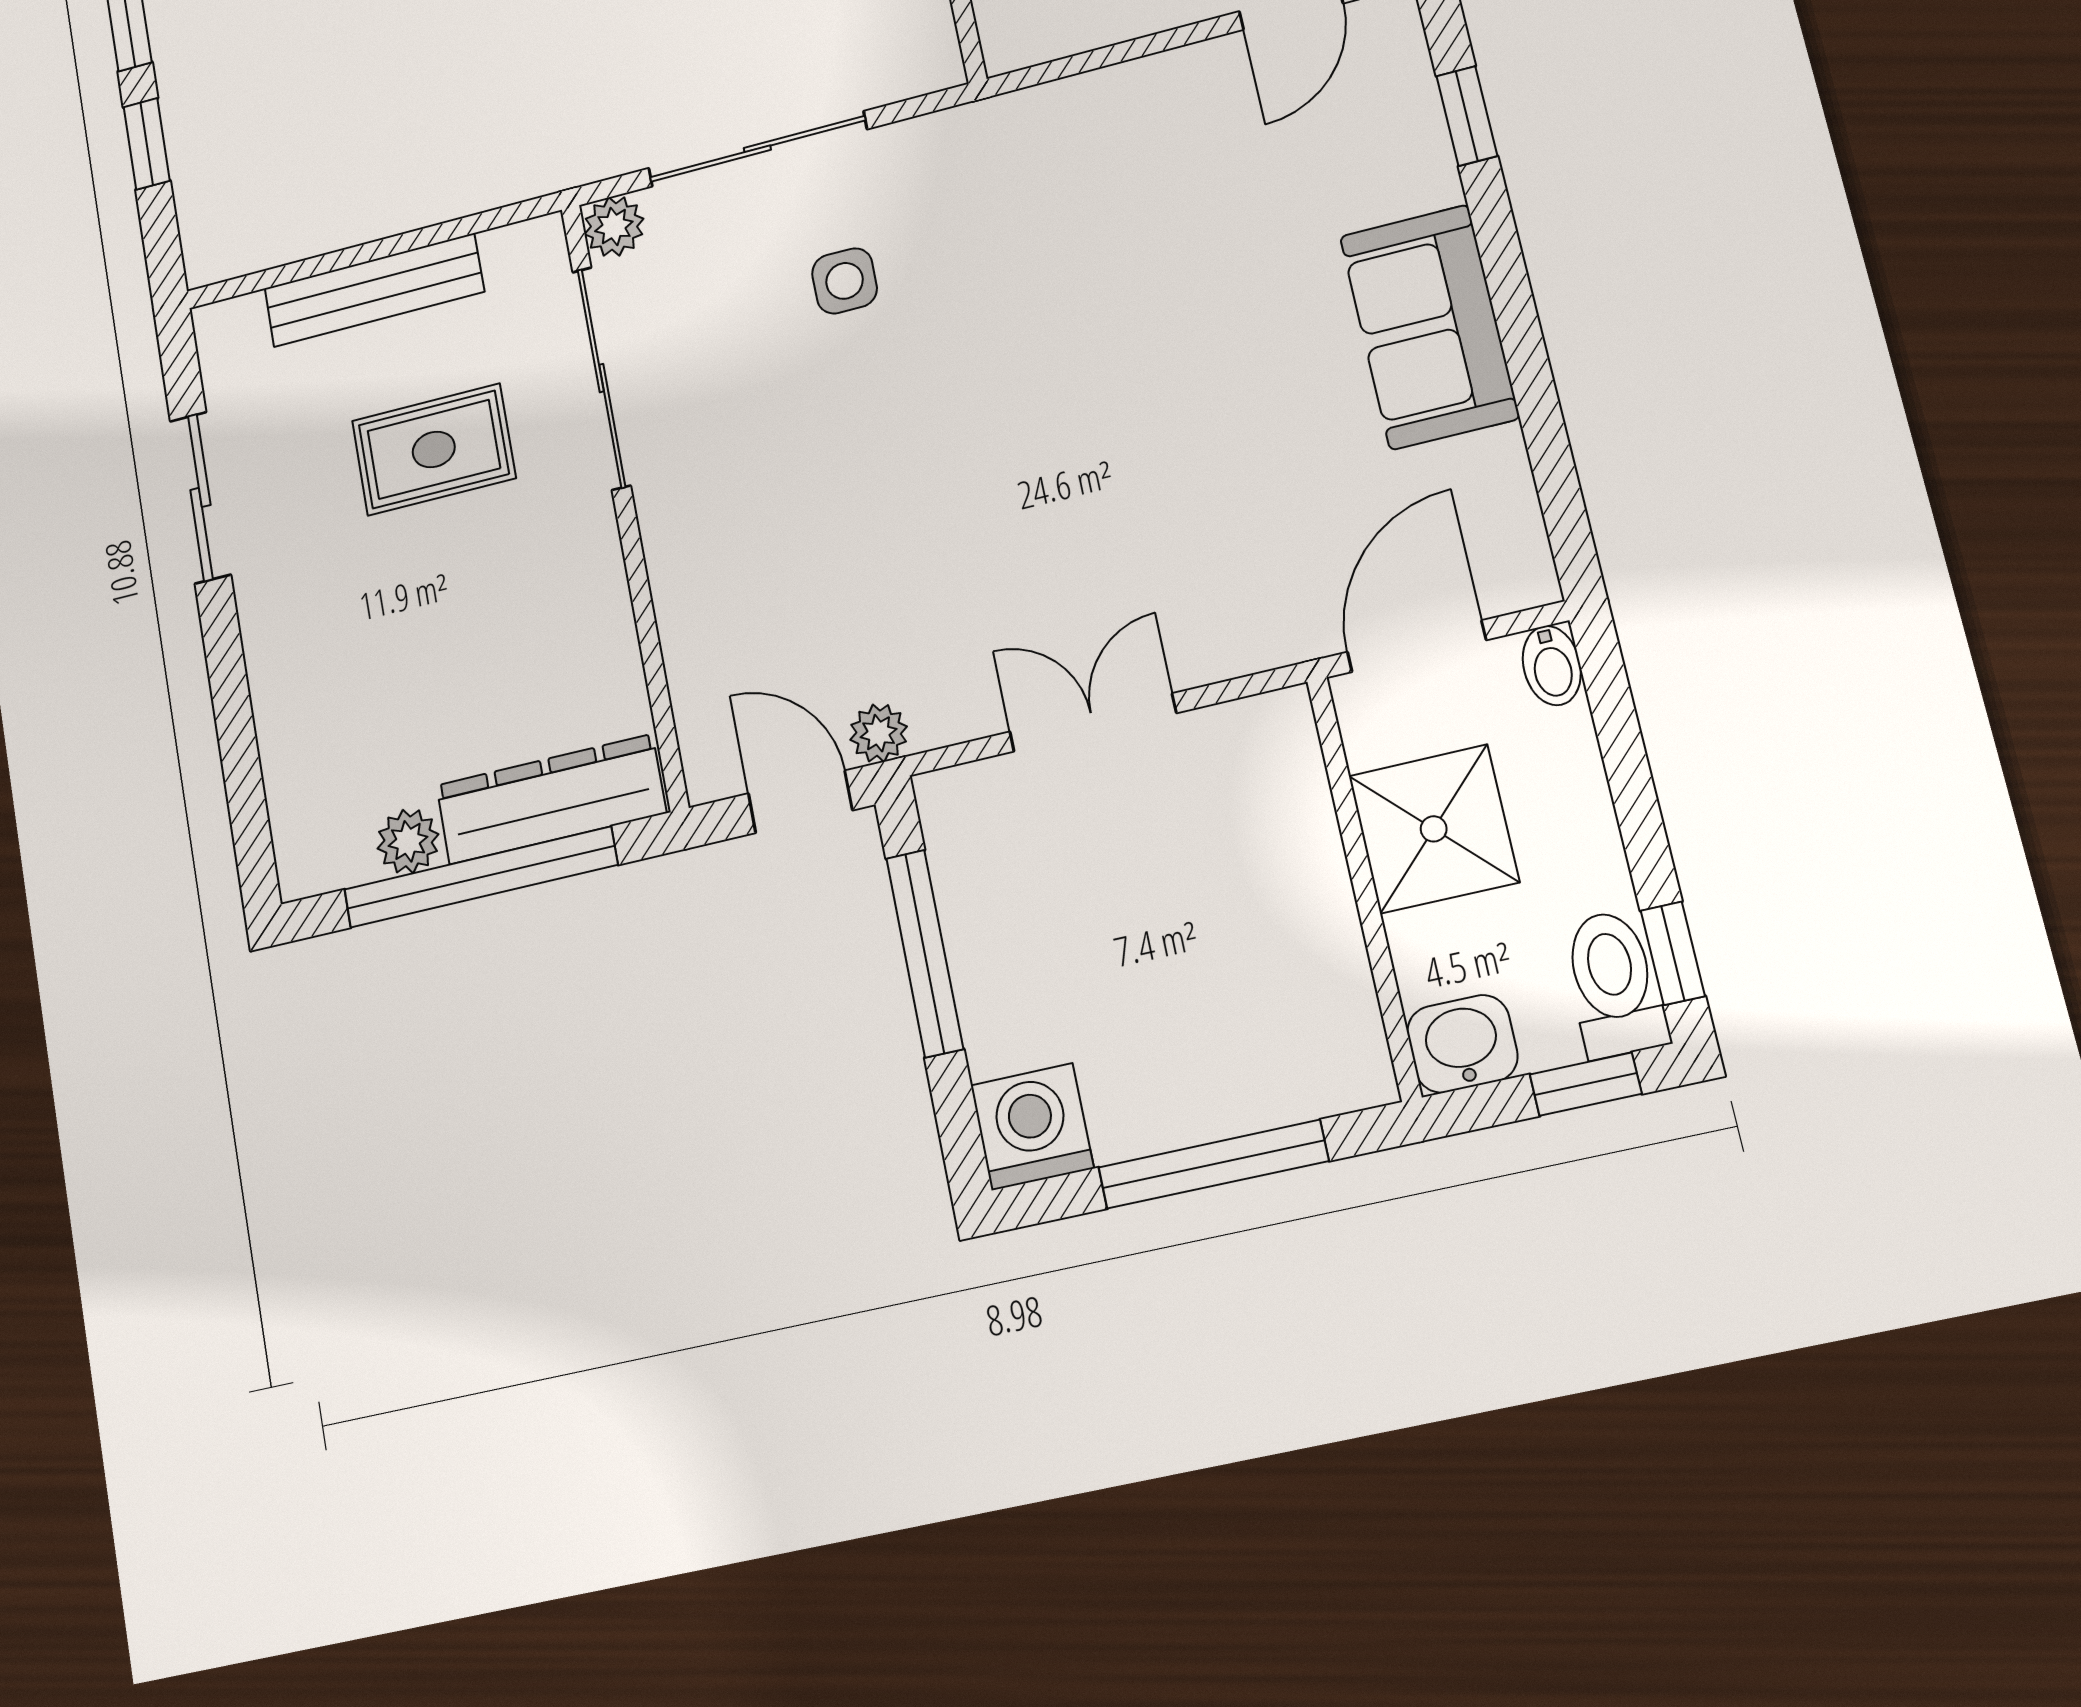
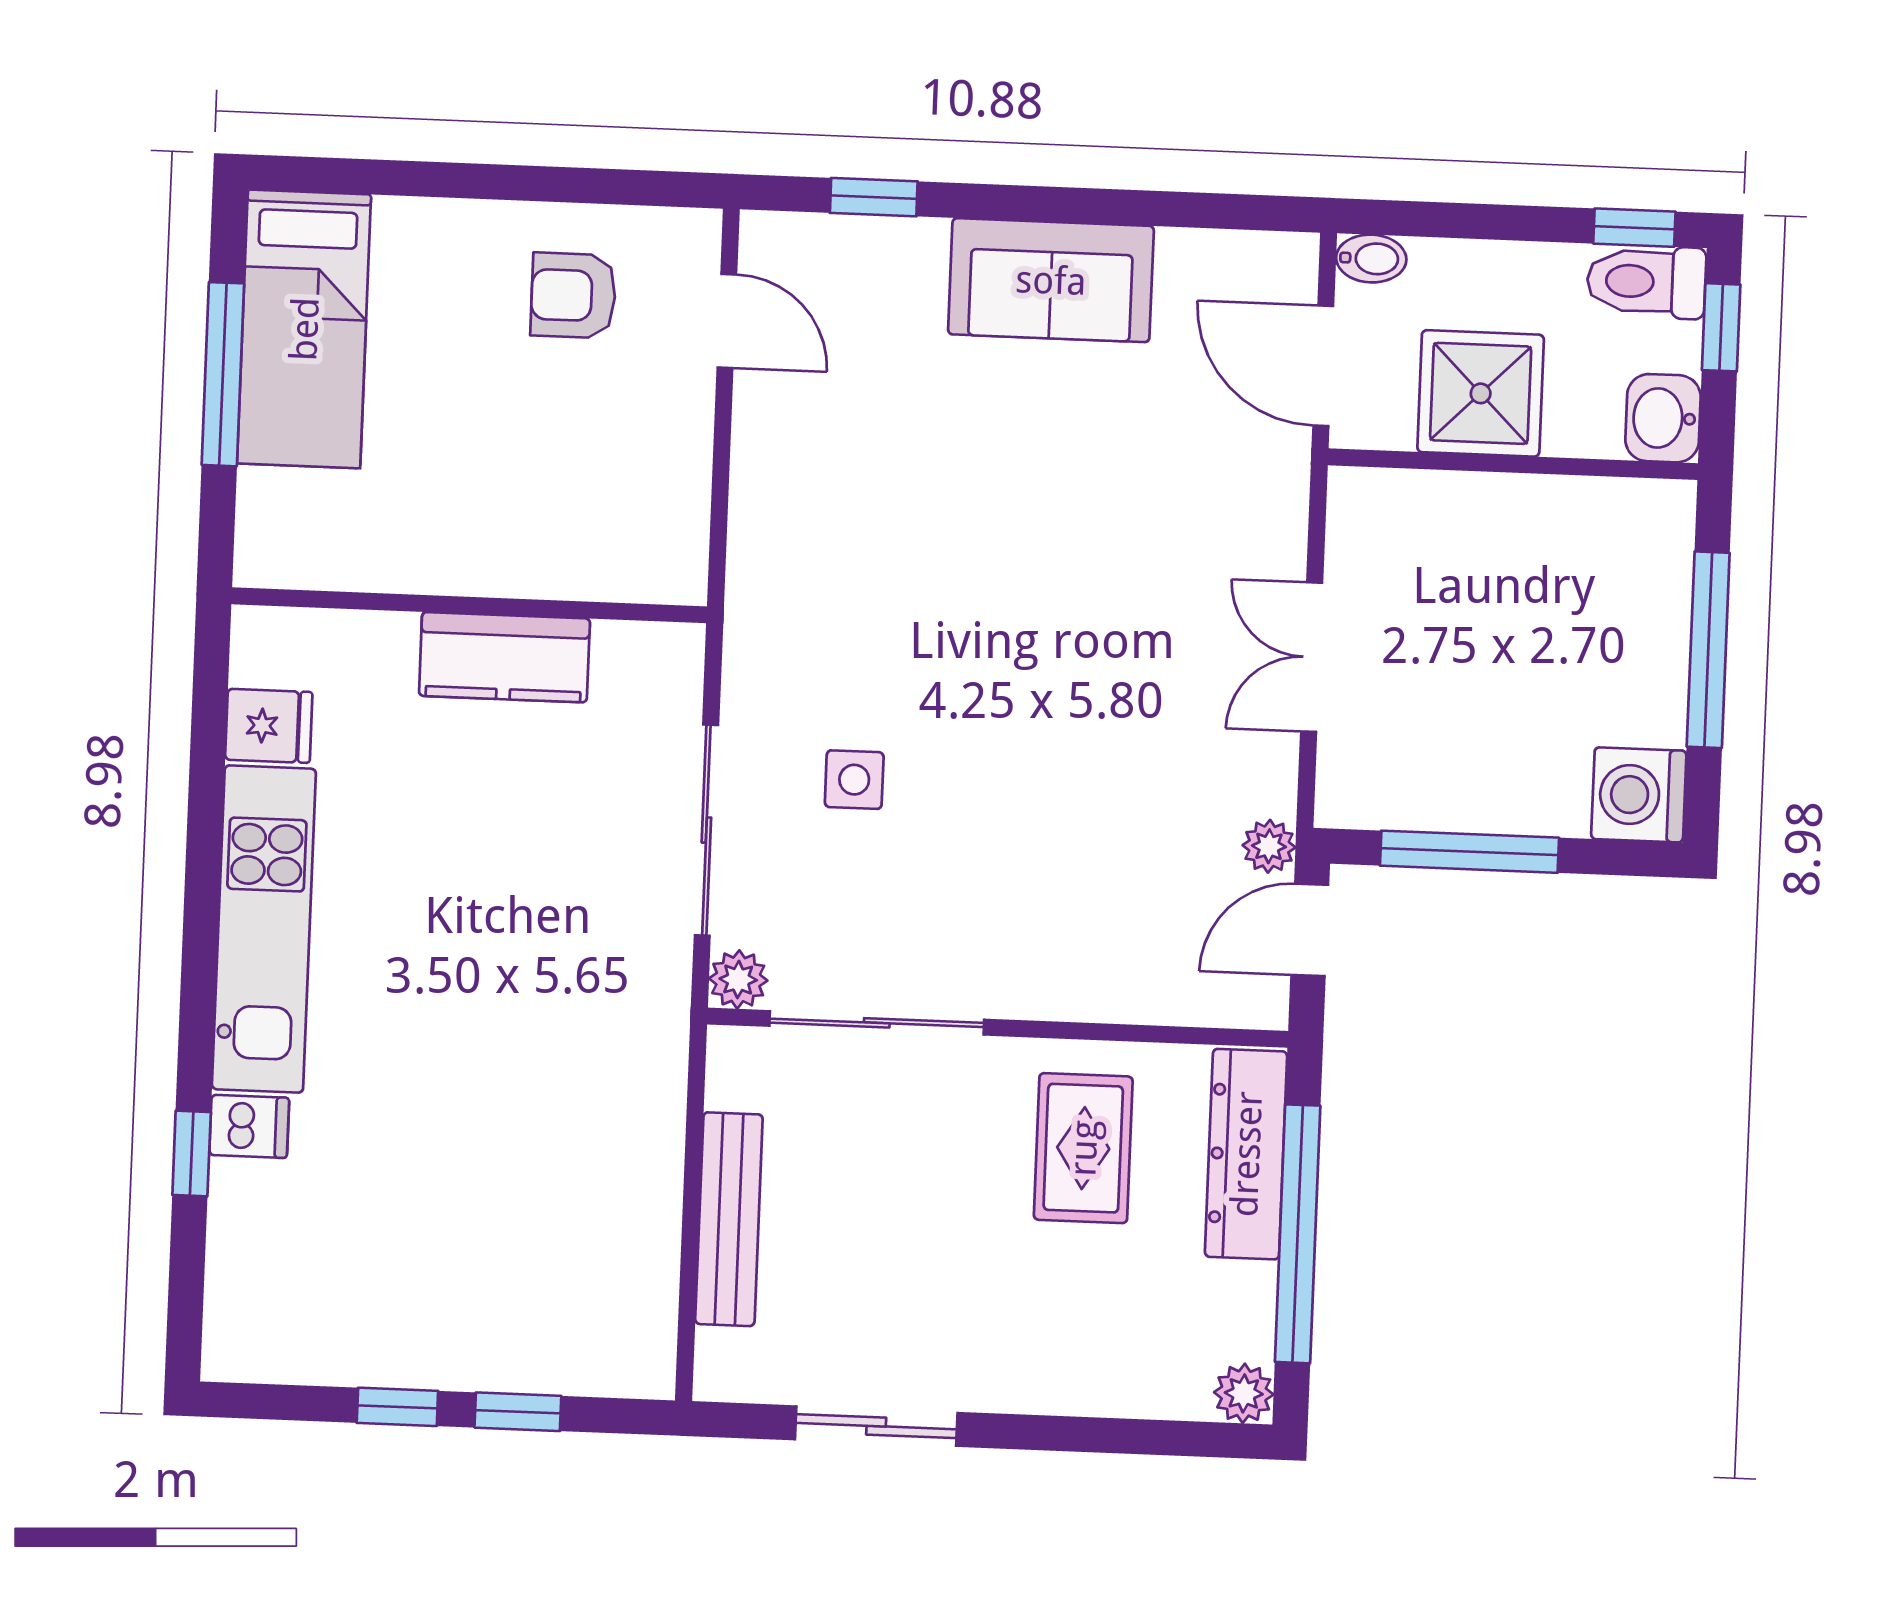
rug: (434, 449) -> (1083, 1148), moved
plant: (408, 841) -> (1244, 1393), moved

